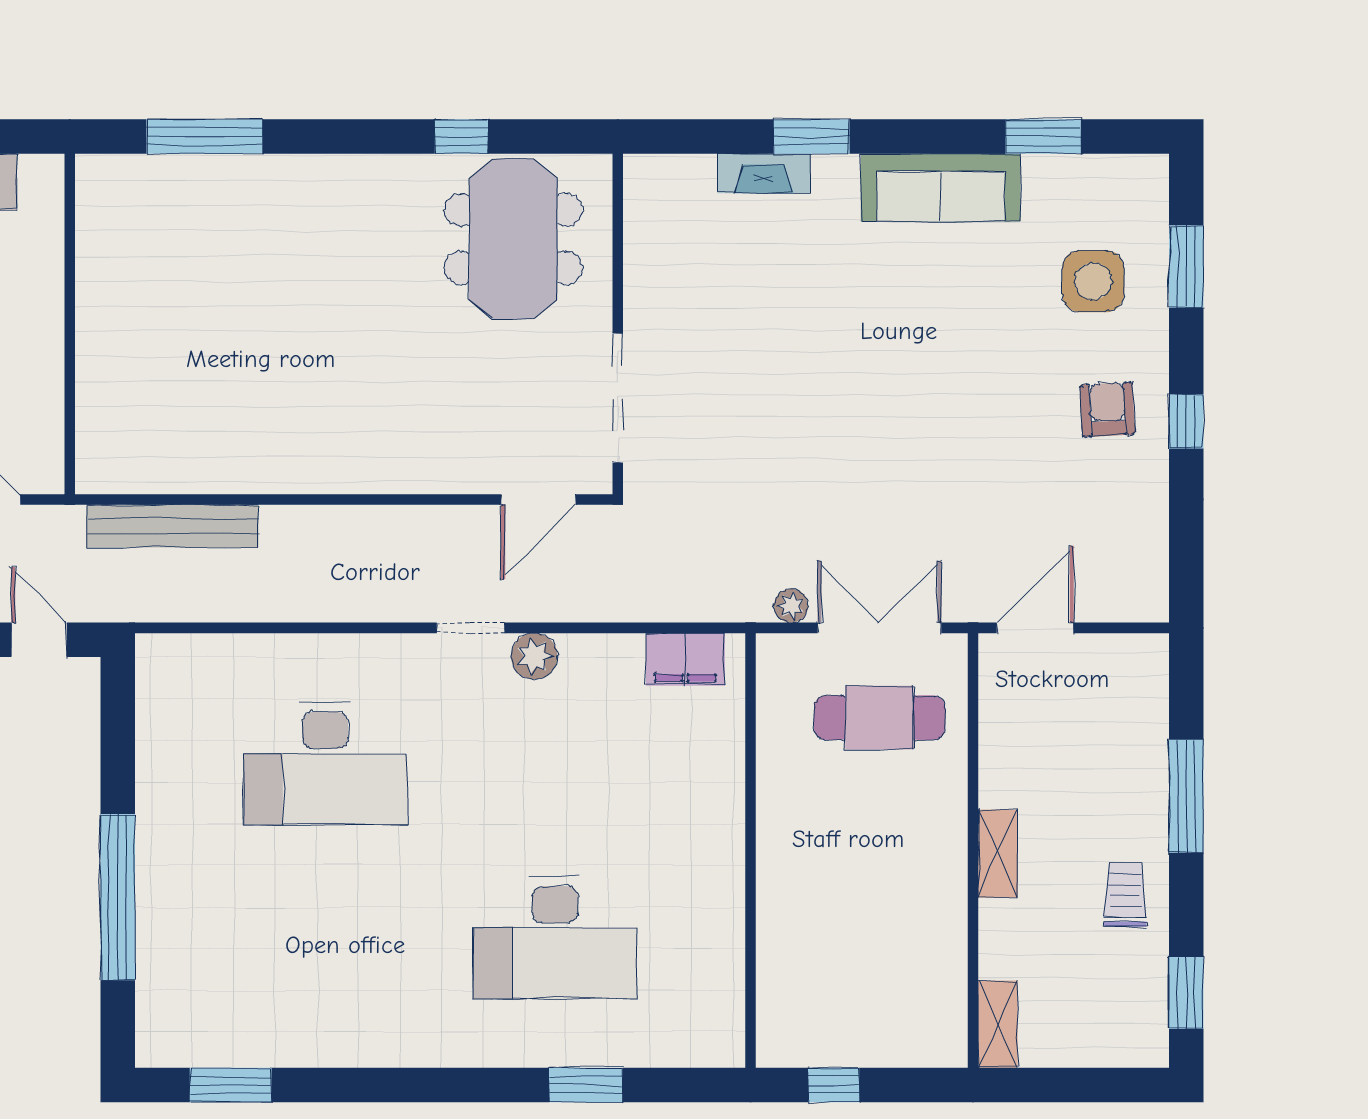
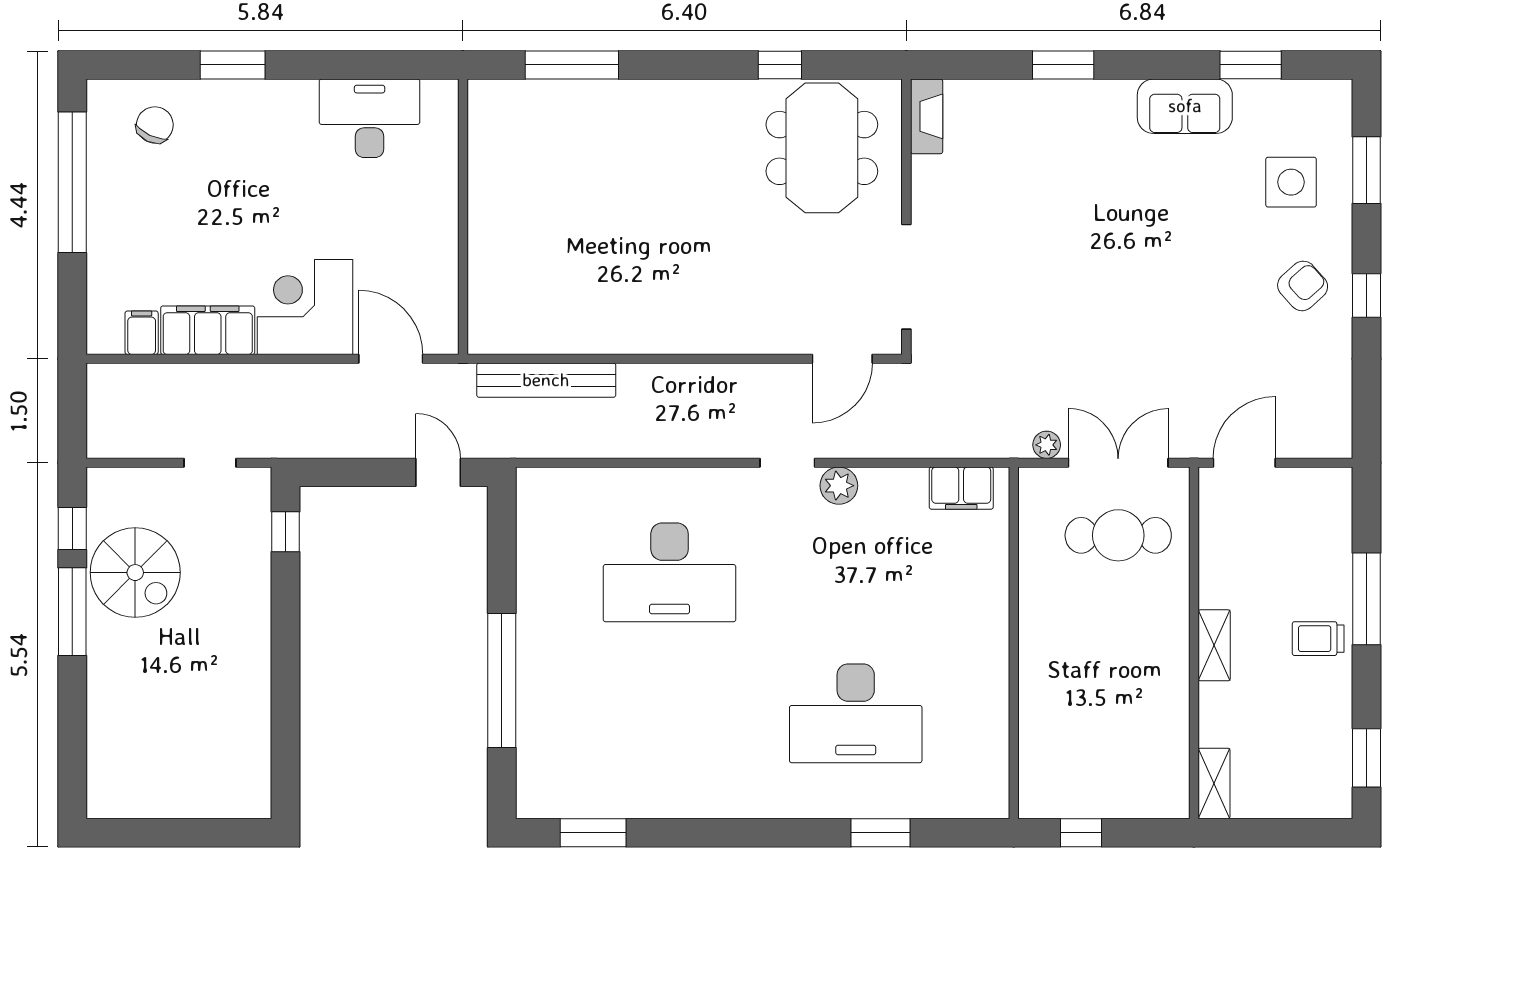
fireplace: (764, 173) -> (927, 116), moved, turned -90
sofa: (941, 187) -> (1185, 106), width x0.73
armchair: (1107, 410) -> (1303, 286), turned 51
trolley: (1125, 895) -> (1318, 639), moved, turned -90

